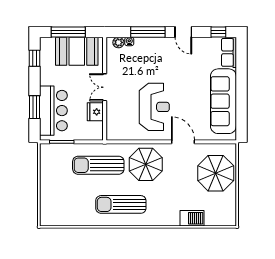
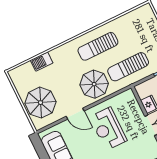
sun lounger: (98, 165) -> (128, 67), turned 180
sun lounger: (121, 204) -> (98, 46), turned 180

